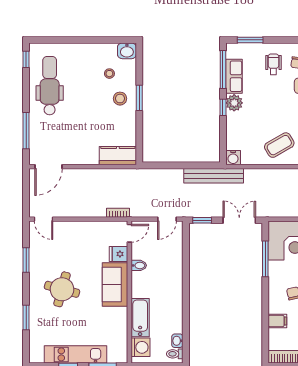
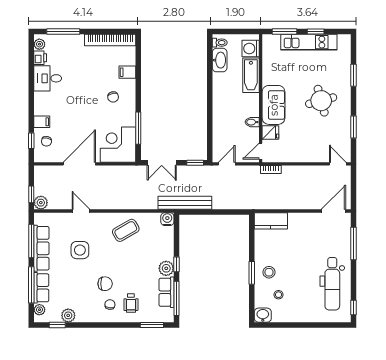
round table: (62, 289) -> (321, 101), turned -30
washbasin: (177, 341) -> (220, 60), width x1.91, depth x1.45

